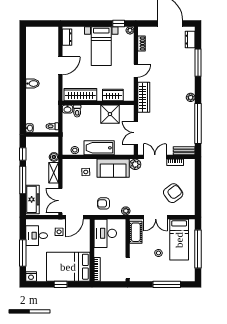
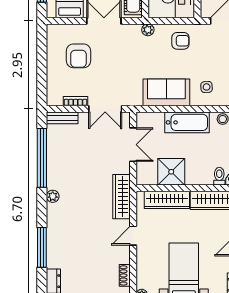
wardrobe: (113, 95) -> (167, 200), width x1.50
plant: (135, 164) -> (134, 98), removed
armchair: (173, 193) -> (78, 56), turned -53

